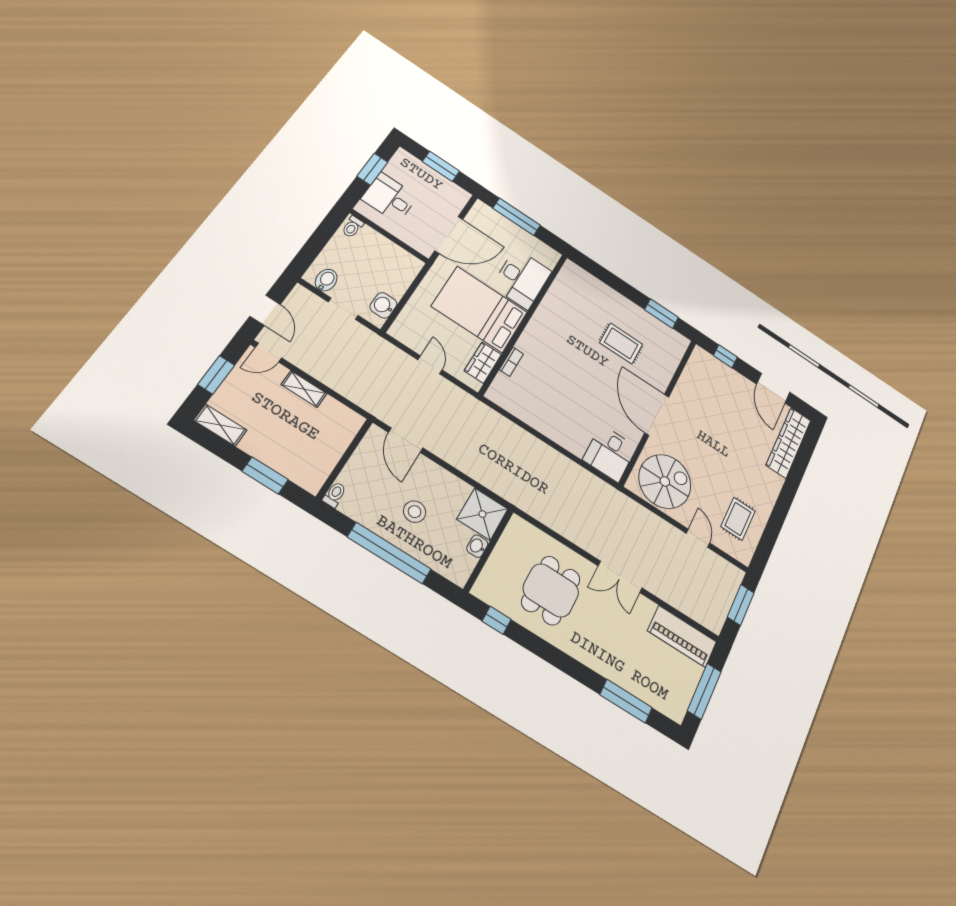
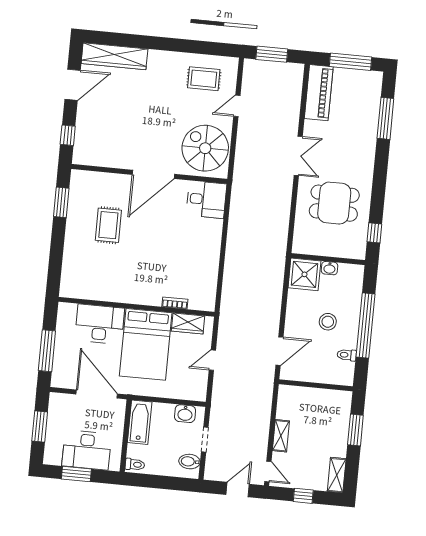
desk: (389, 198) -> (87, 450), width x1.37
bathtub: (397, 257) -> (140, 422), added
window: (216, 375) -> (303, 496), width x0.67
toilet: (335, 495) -> (347, 355), moved

